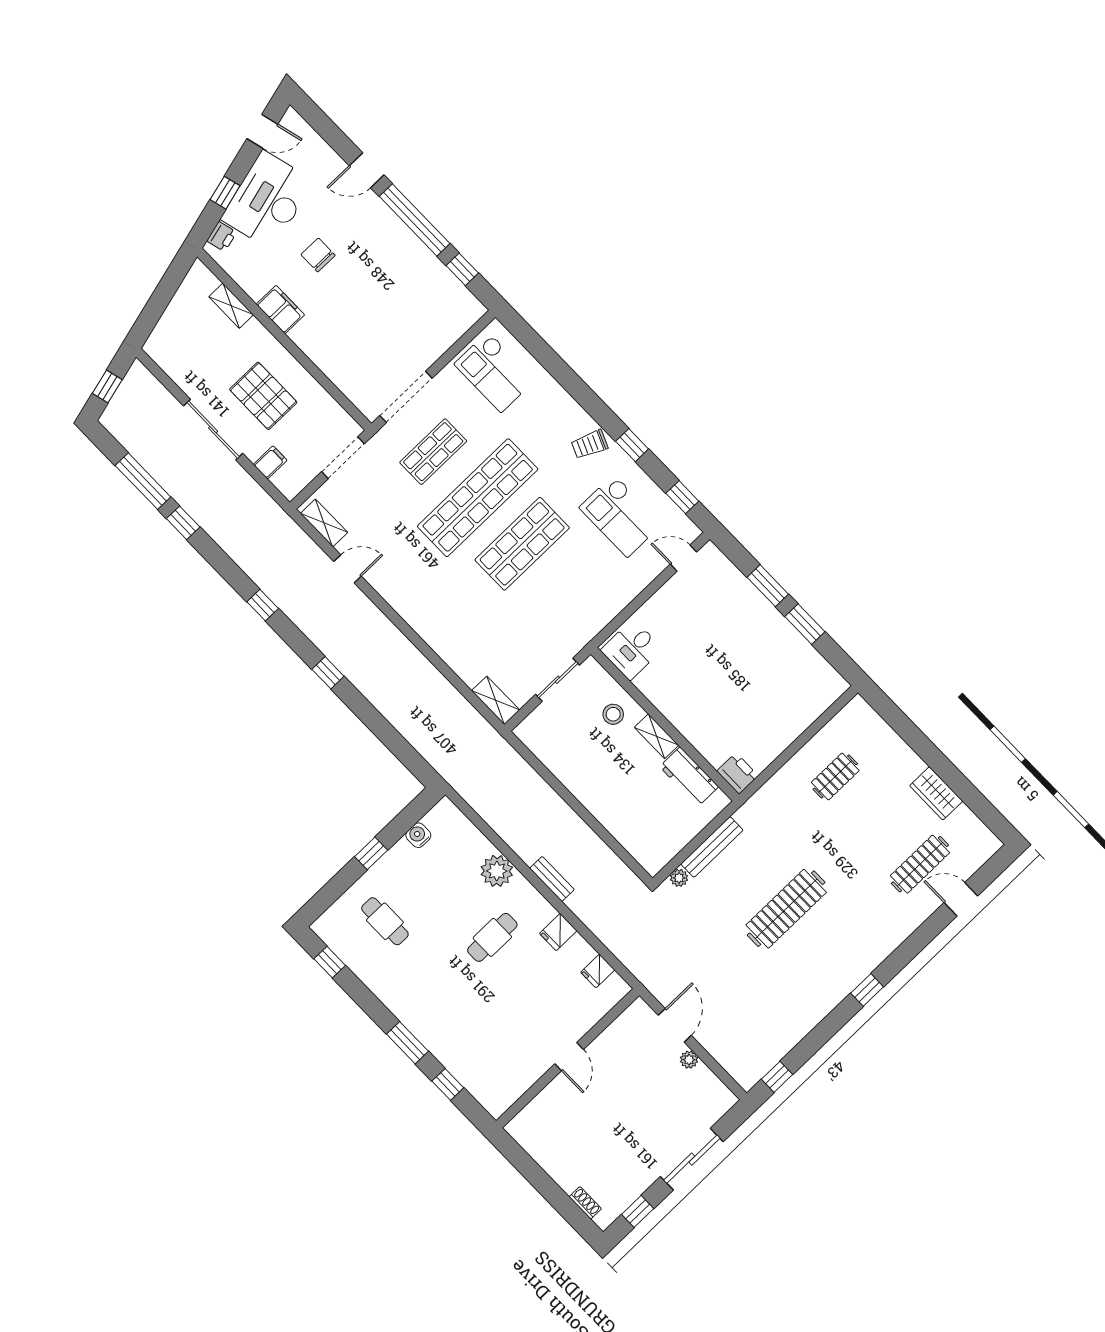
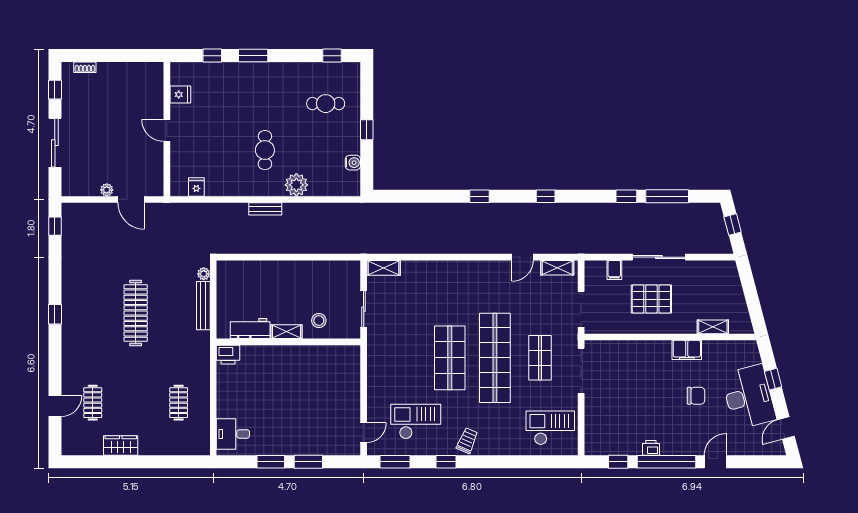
printer: (222, 236) -> (651, 448), moved, turned 105
window: (682, 497) -> (395, 462), width x1.50
desk: (632, 650) -> (233, 434), moved, turned -90
clothes rail: (920, 864) -> (93, 403), width x0.73
fridge: (558, 932) -> (180, 95), moved, turned 90

